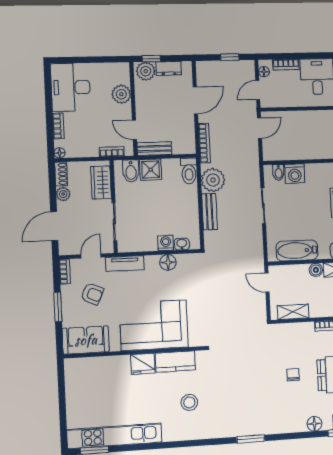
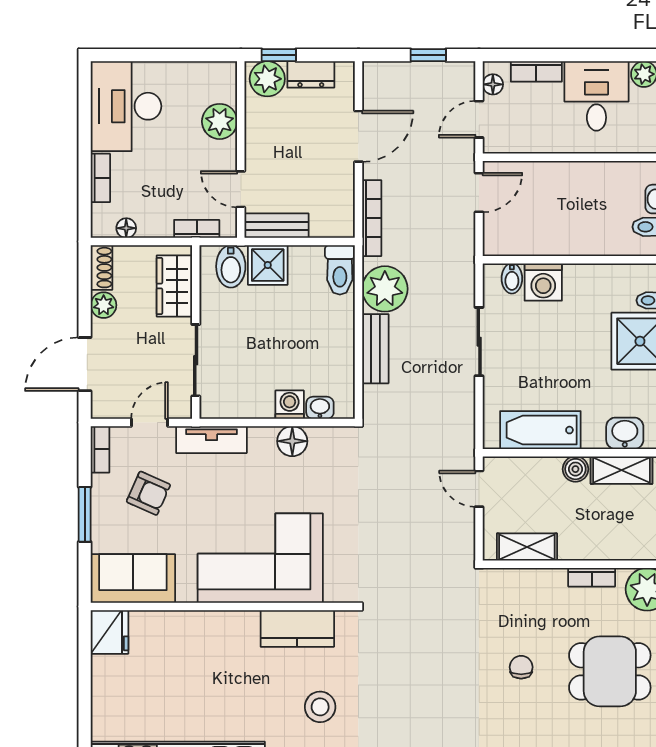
floor lamp: (60, 153) -> (126, 228), moved
fridge: (143, 364) -> (110, 632), moved, turned -90

